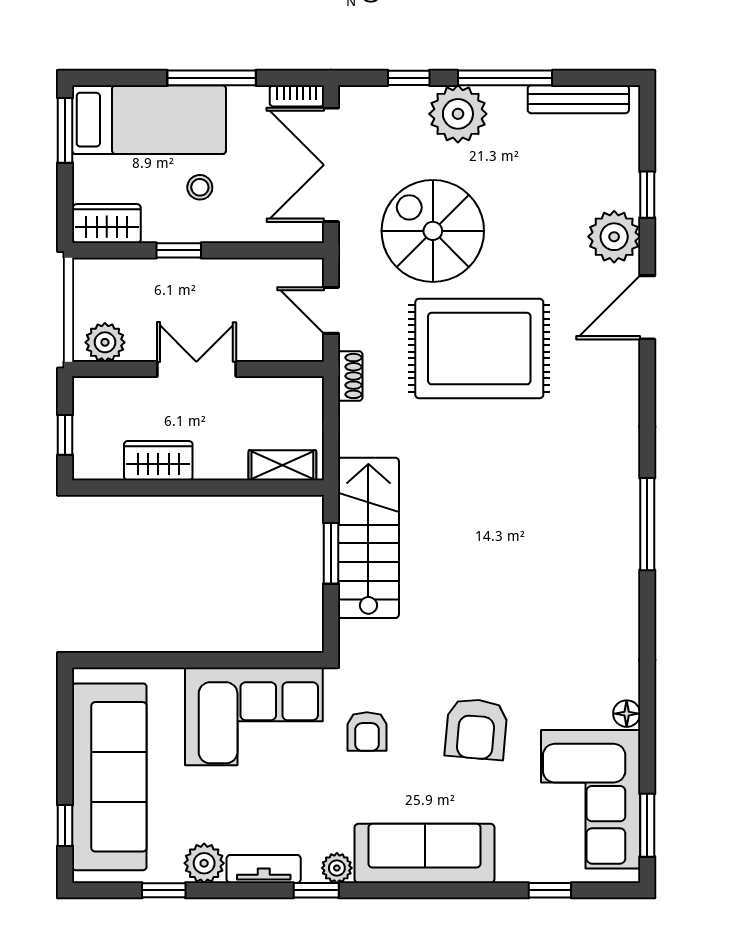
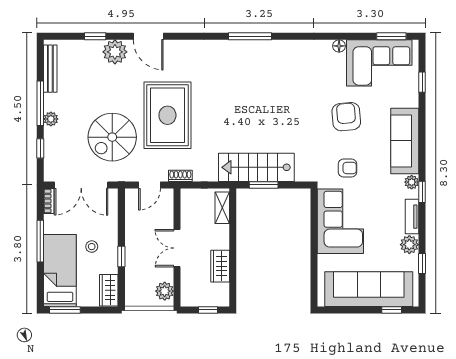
plant: (458, 114) -> (51, 119), width x0.53, depth x0.53
armchair: (476, 729) -> (346, 117), turned -100

